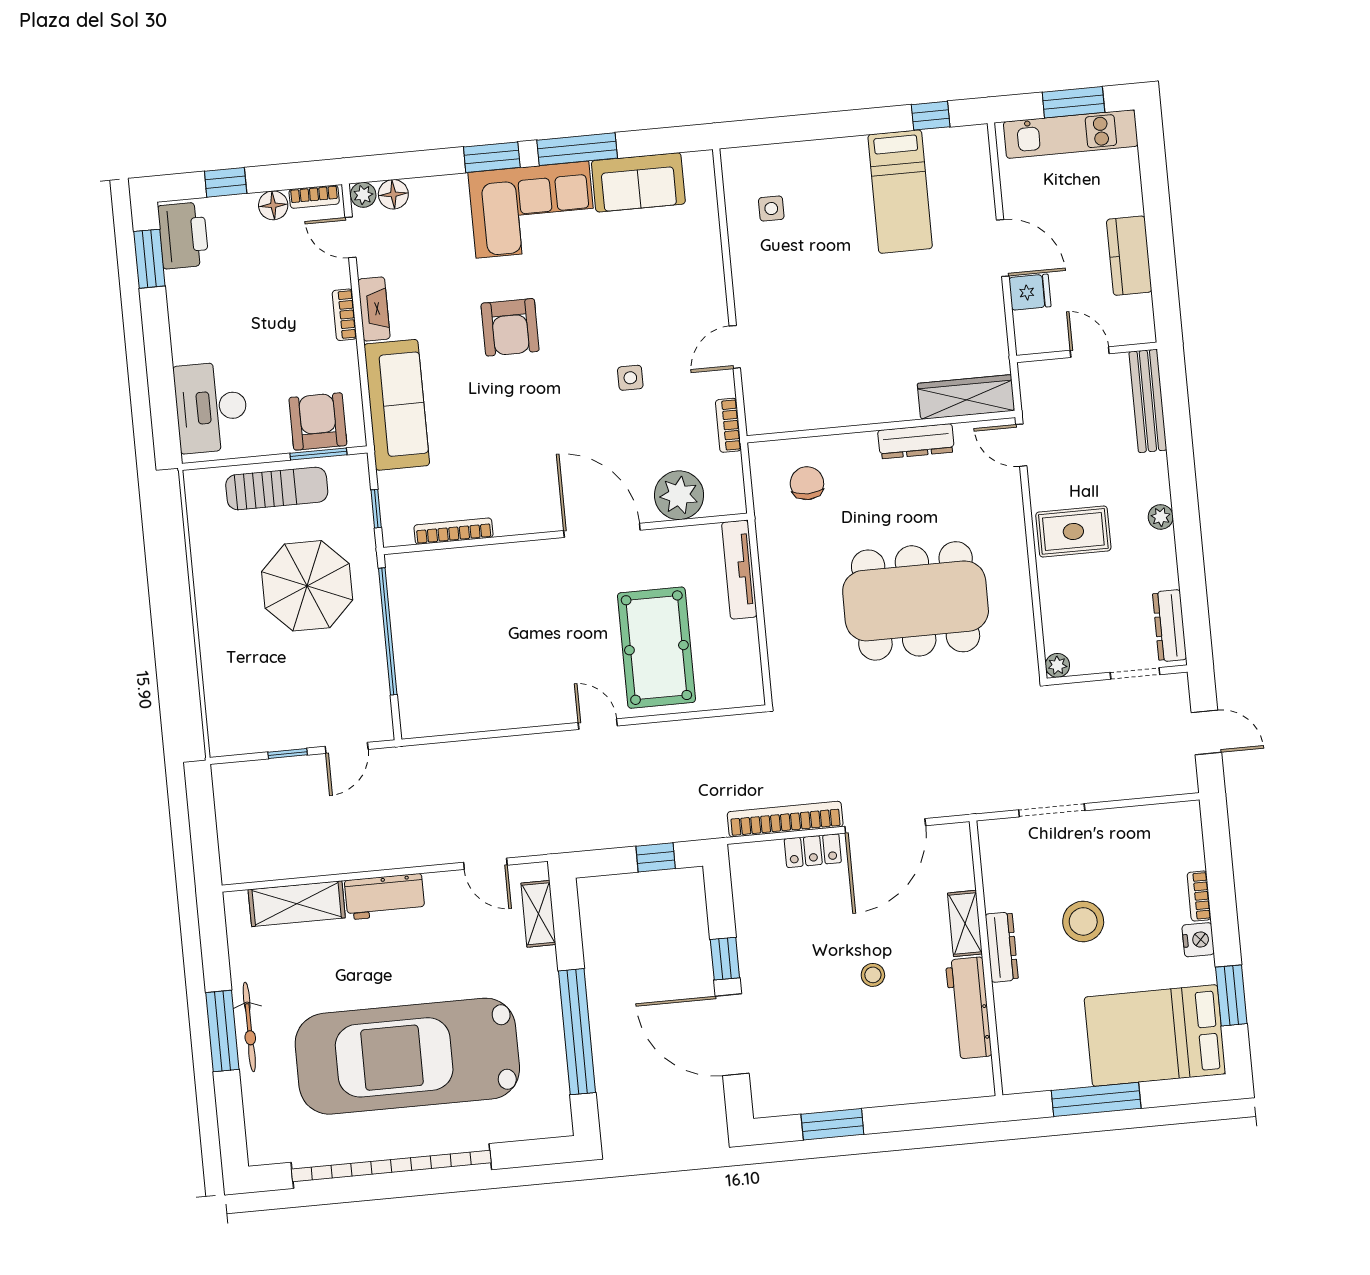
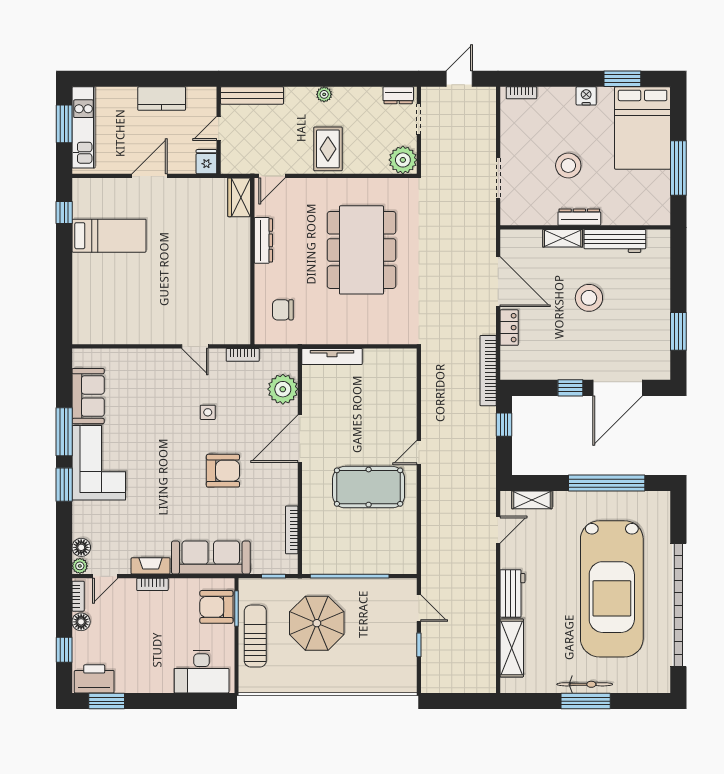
side table: (771, 209) -> (112, 316), removed
fridge: (1030, 292) -> (206, 162), moved
armchair: (510, 327) -> (223, 471), moved
wardrobe: (966, 397) -> (239, 197), width x0.67
dresser: (1170, 626) -> (398, 95), width x0.70
pool table: (656, 648) -> (369, 487), moved
plant: (1057, 665) -> (403, 160), width x1.88, depth x1.88
bookcase: (785, 819) -> (488, 371), moved
bookcase: (1199, 896) -> (521, 93), moved
stool: (873, 975) -> (589, 298), width x1.89, depth x1.89

